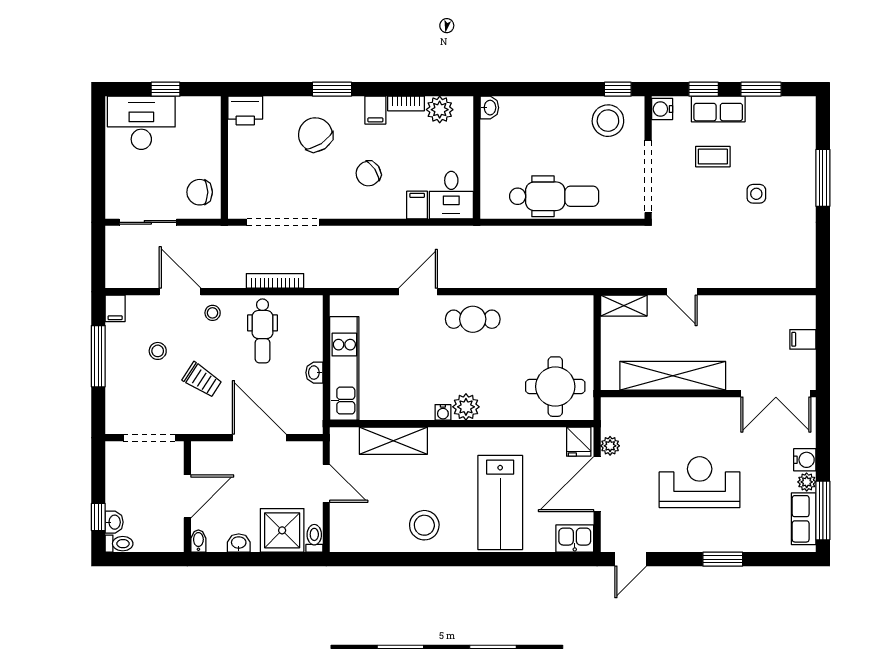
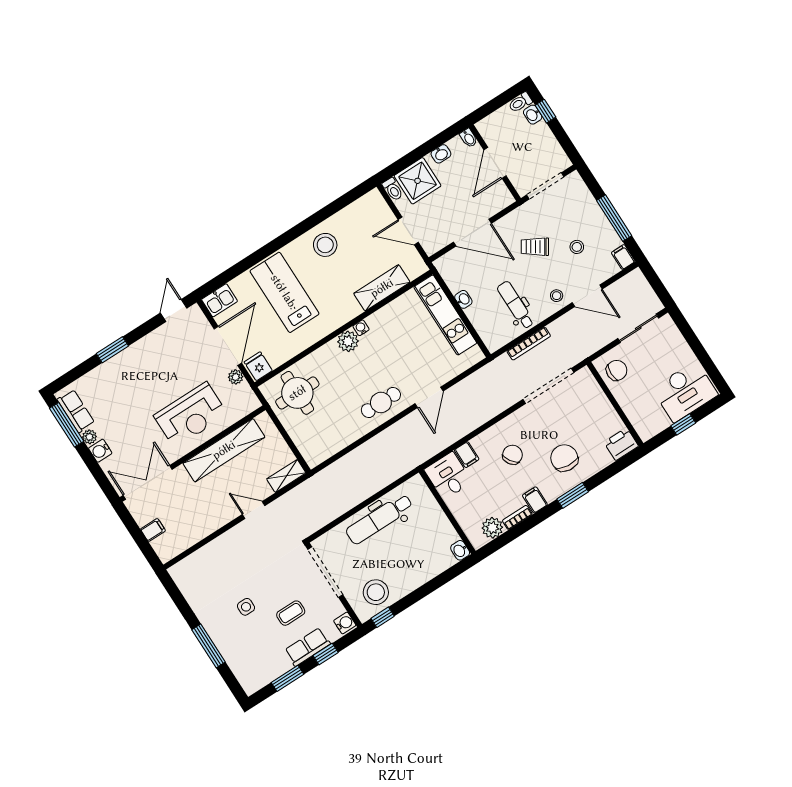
chair: (315, 135) -> (564, 458), turned -140
reception desk: (700, 482) -> (191, 415), moved

